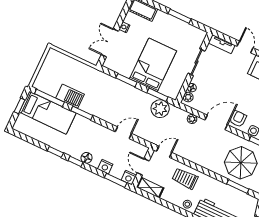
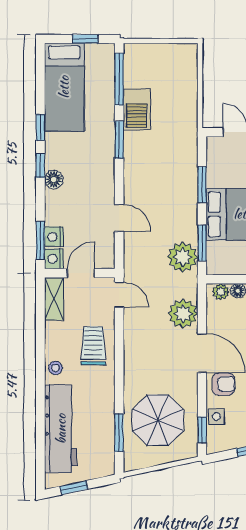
bed: (48, 113) -> (64, 87), moved
plant: (192, 119) -> (183, 314), width x1.88, depth x1.88
nightstand: (105, 167) -> (54, 237), moved

